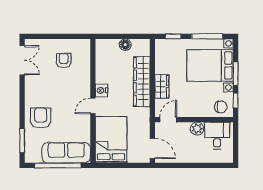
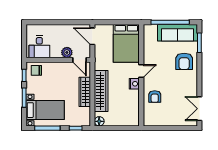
floor lamp: (125, 45) -> (99, 121), moved
armchair: (64, 61) -> (155, 97), moved
bed with nightstands: (210, 65) -> (45, 110), width x0.73
wardrobe: (162, 86) -> (85, 92), width x1.50
door: (168, 120) -> (79, 60), hinge flipped
plant: (197, 129) -> (67, 52), moved
sofa: (66, 153) -> (177, 33), moved

